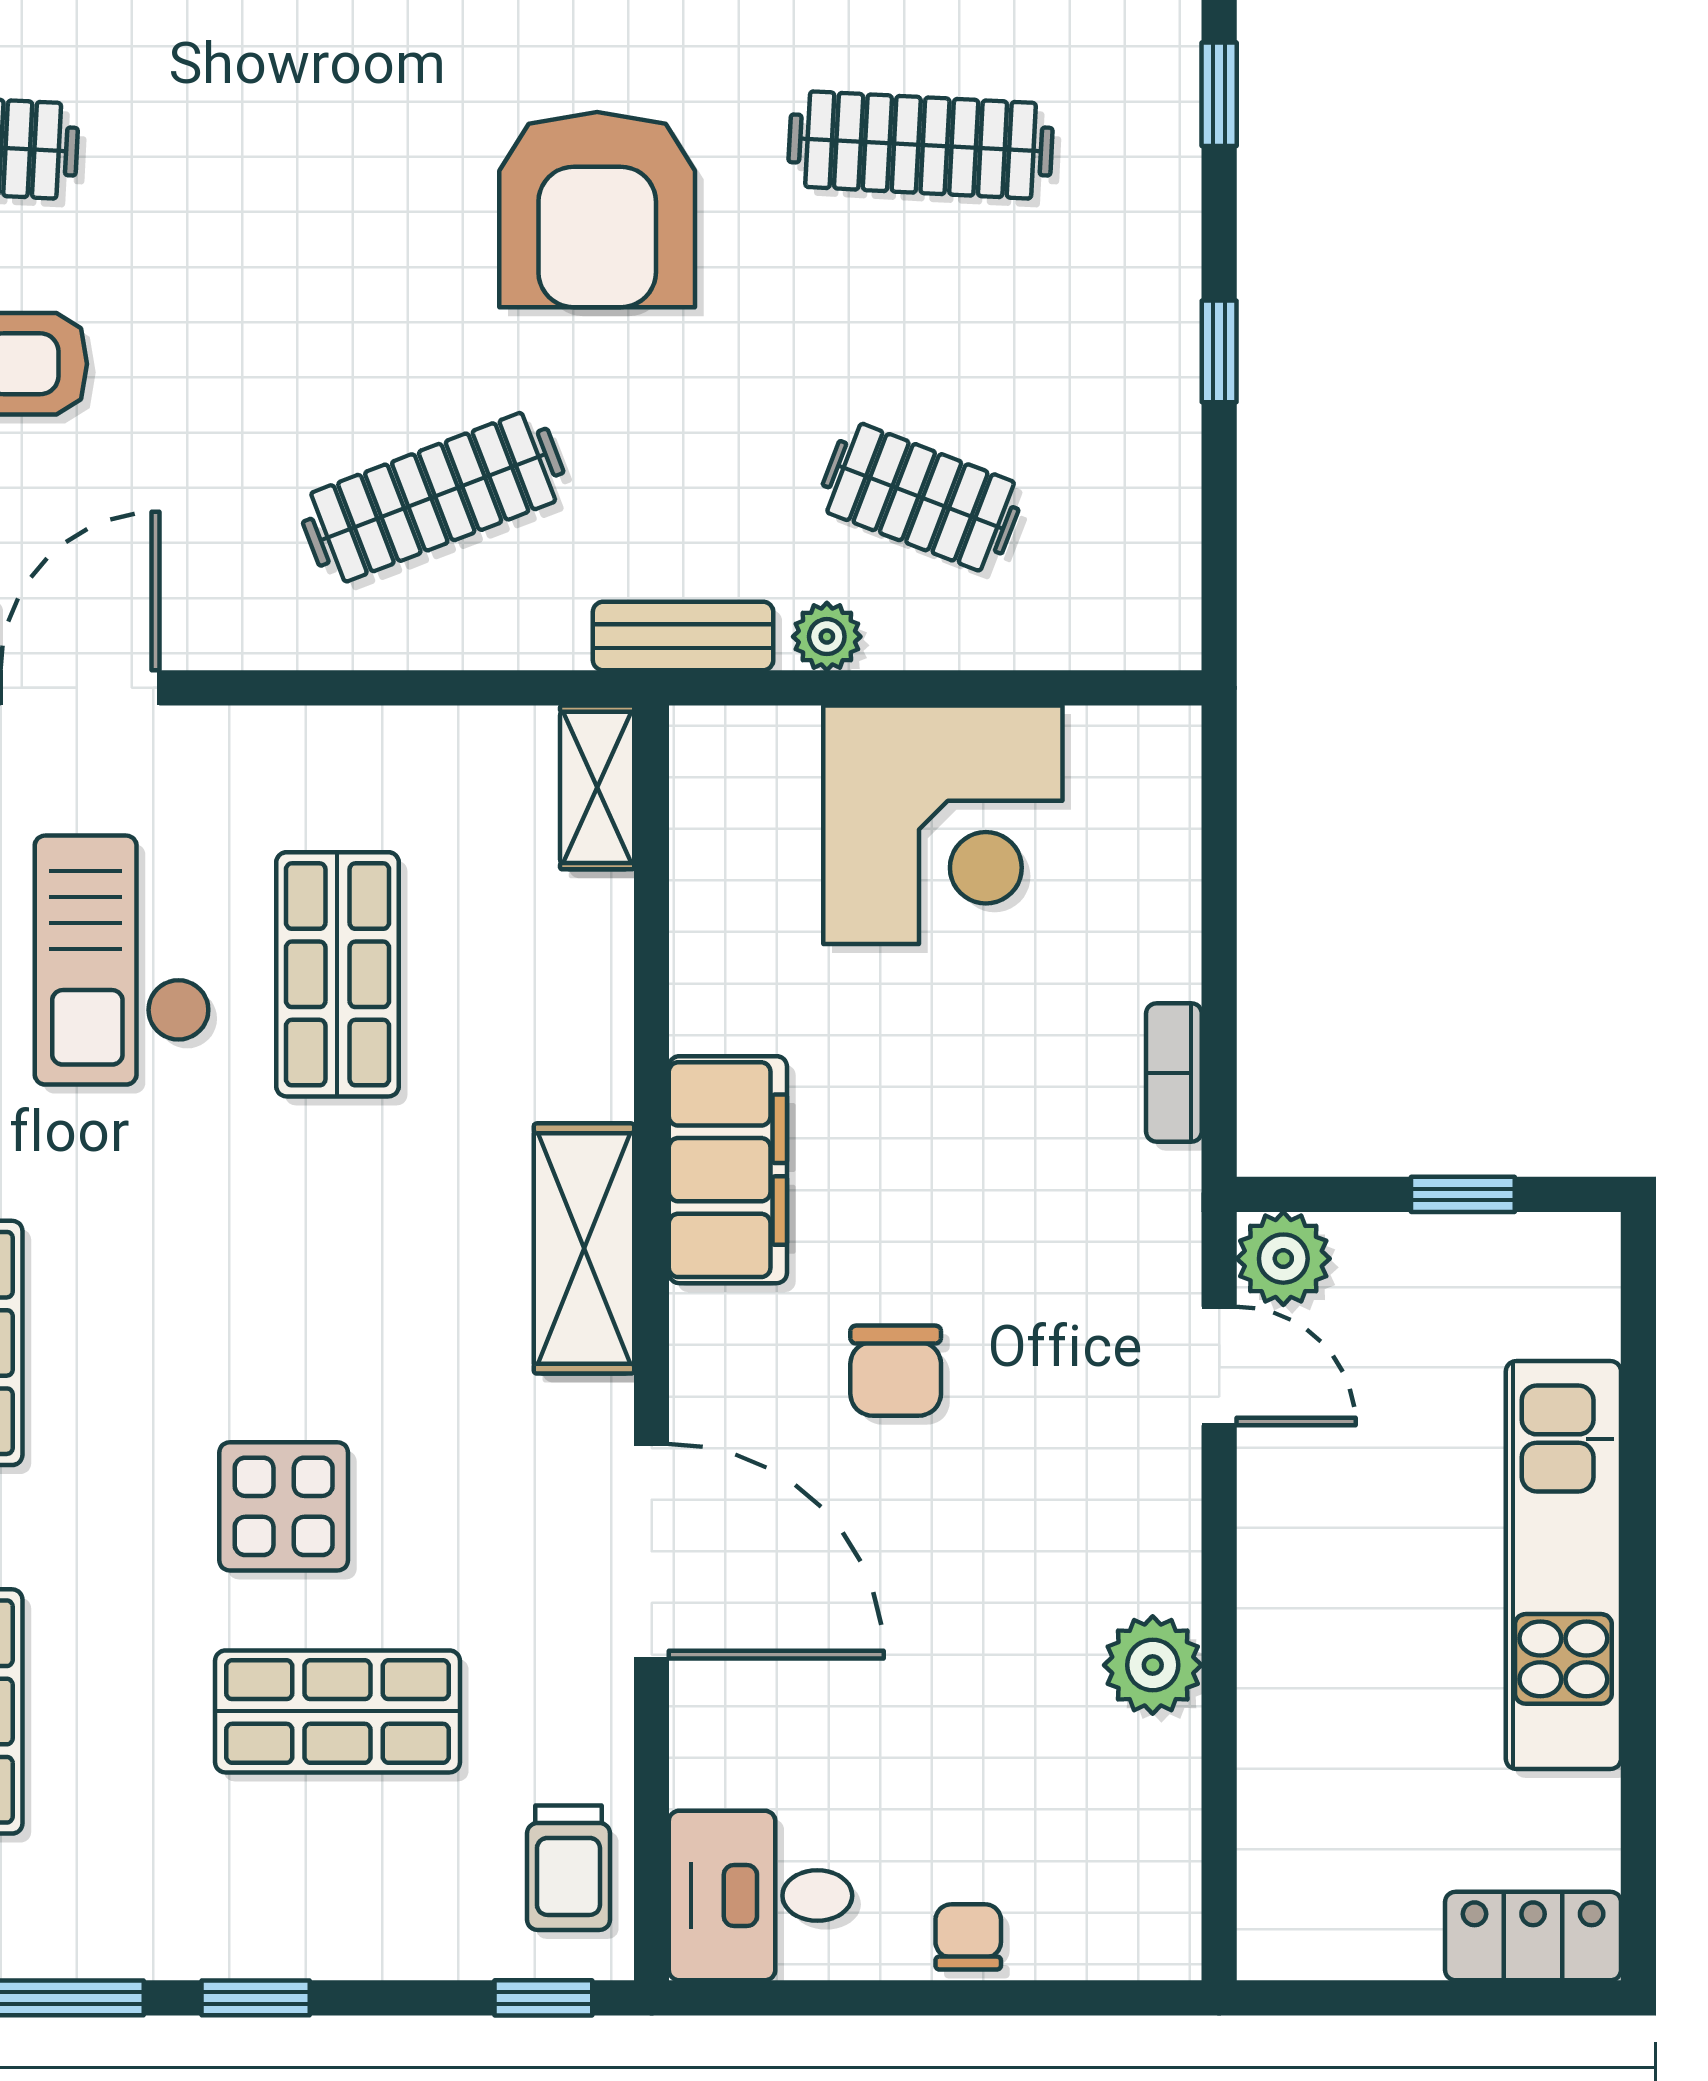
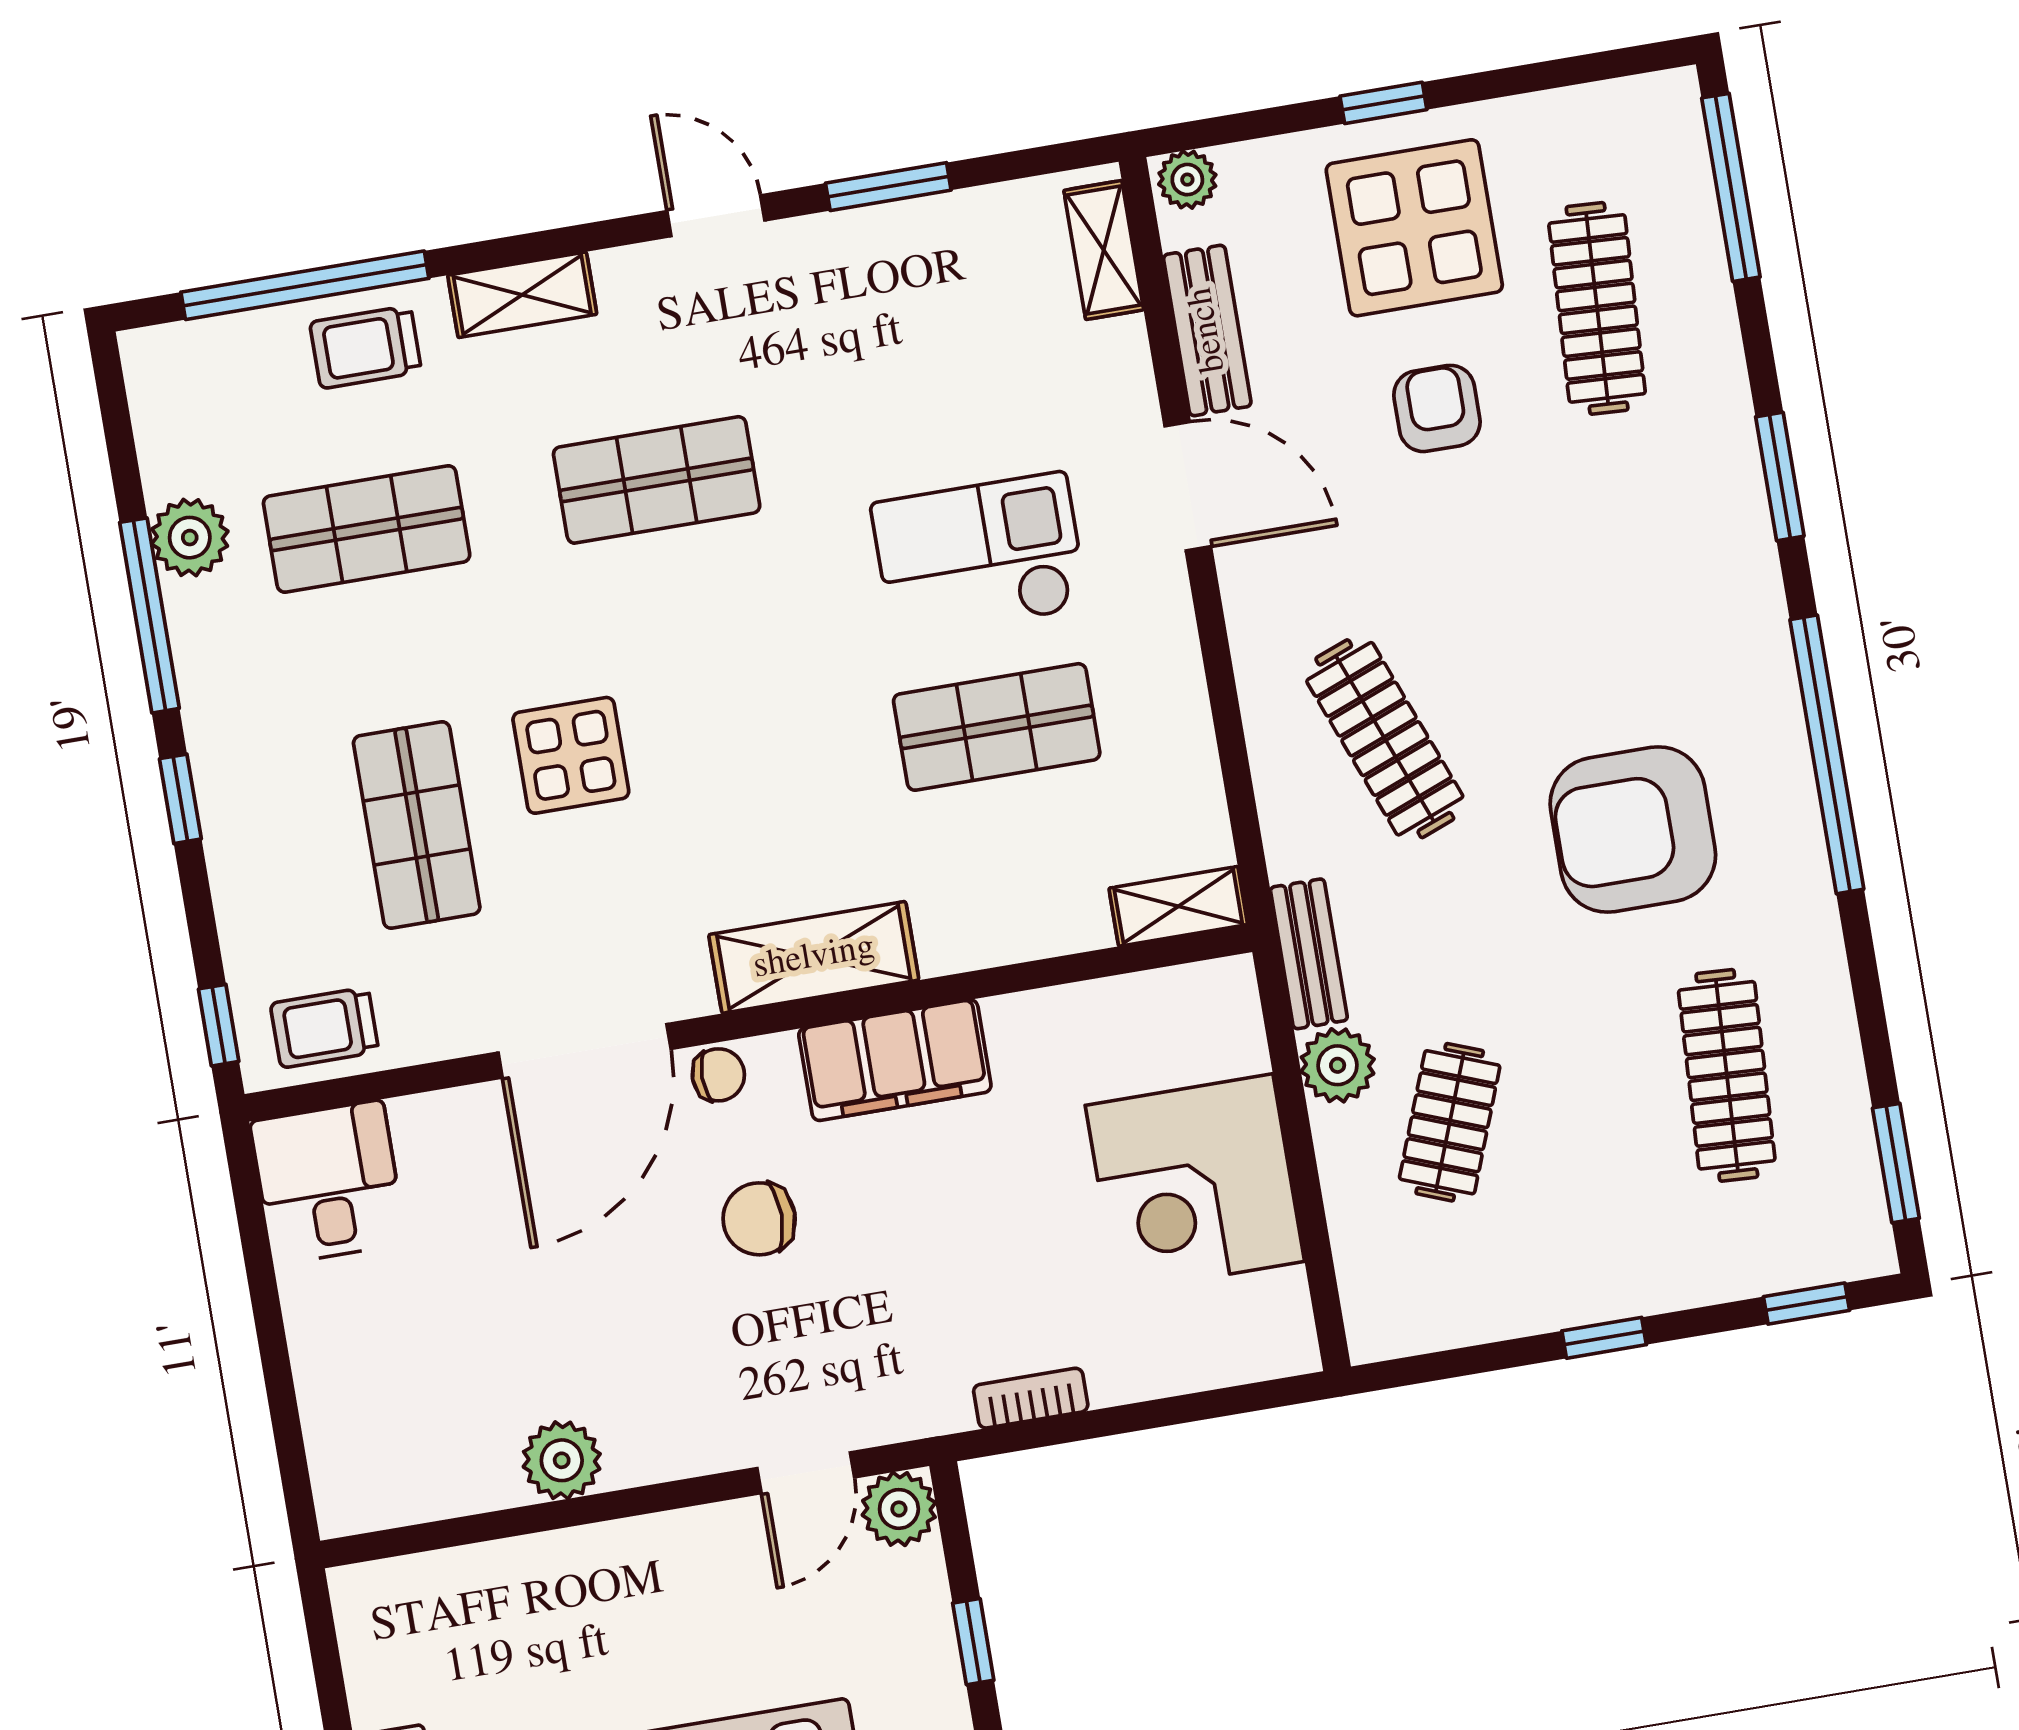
plant: (827, 637) -> (1338, 1065), width x1.38, depth x1.38
chair: (968, 1937) -> (718, 1075), moved

